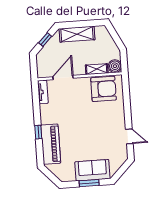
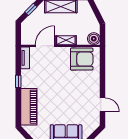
shelving: (97, 69) -> (66, 40), moved
window: (38, 132) -> (18, 81), moved

